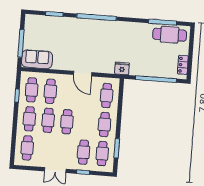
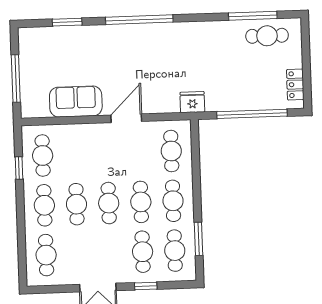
cafe table: (170, 35) -> (267, 36), width x0.73, depth x0.74
sofa: (37, 59) -> (76, 101), moved
door: (83, 74) -> (126, 118), swing flipped
cafe table: (50, 91) -> (141, 202), moved

